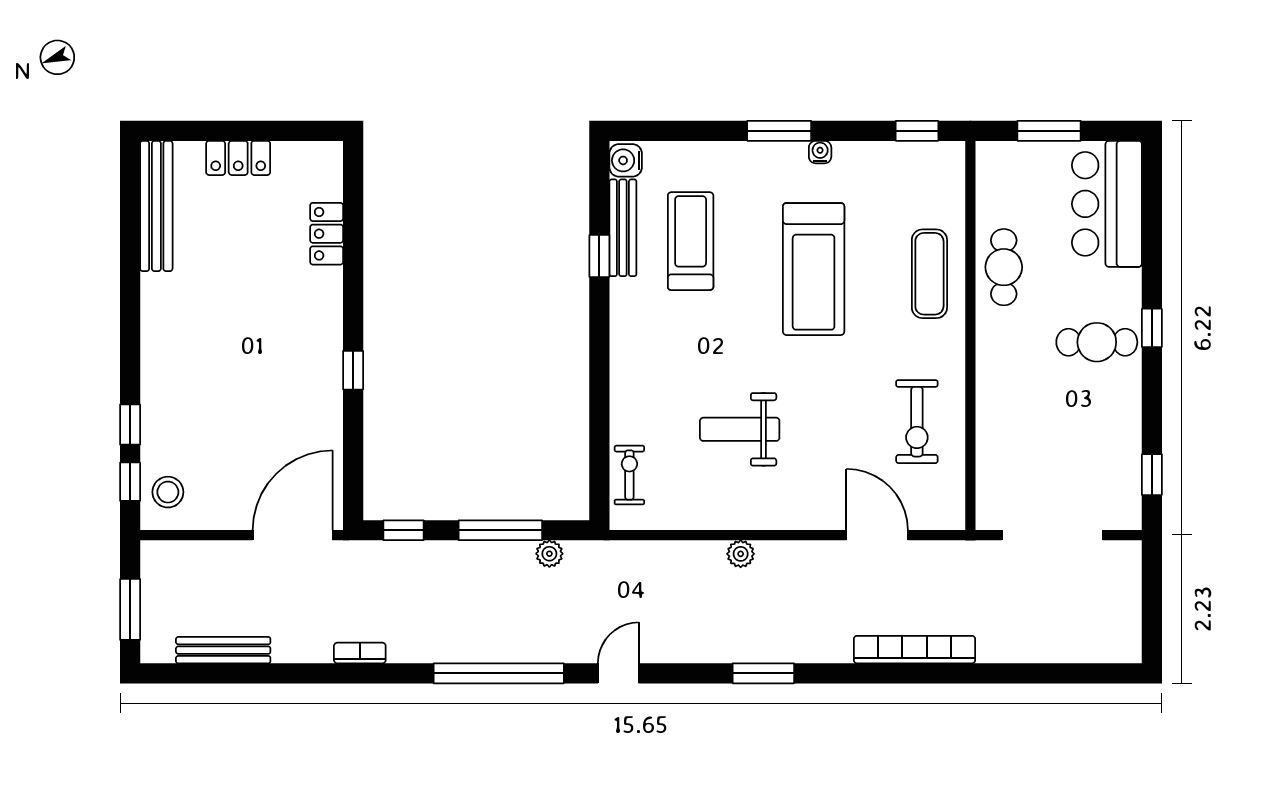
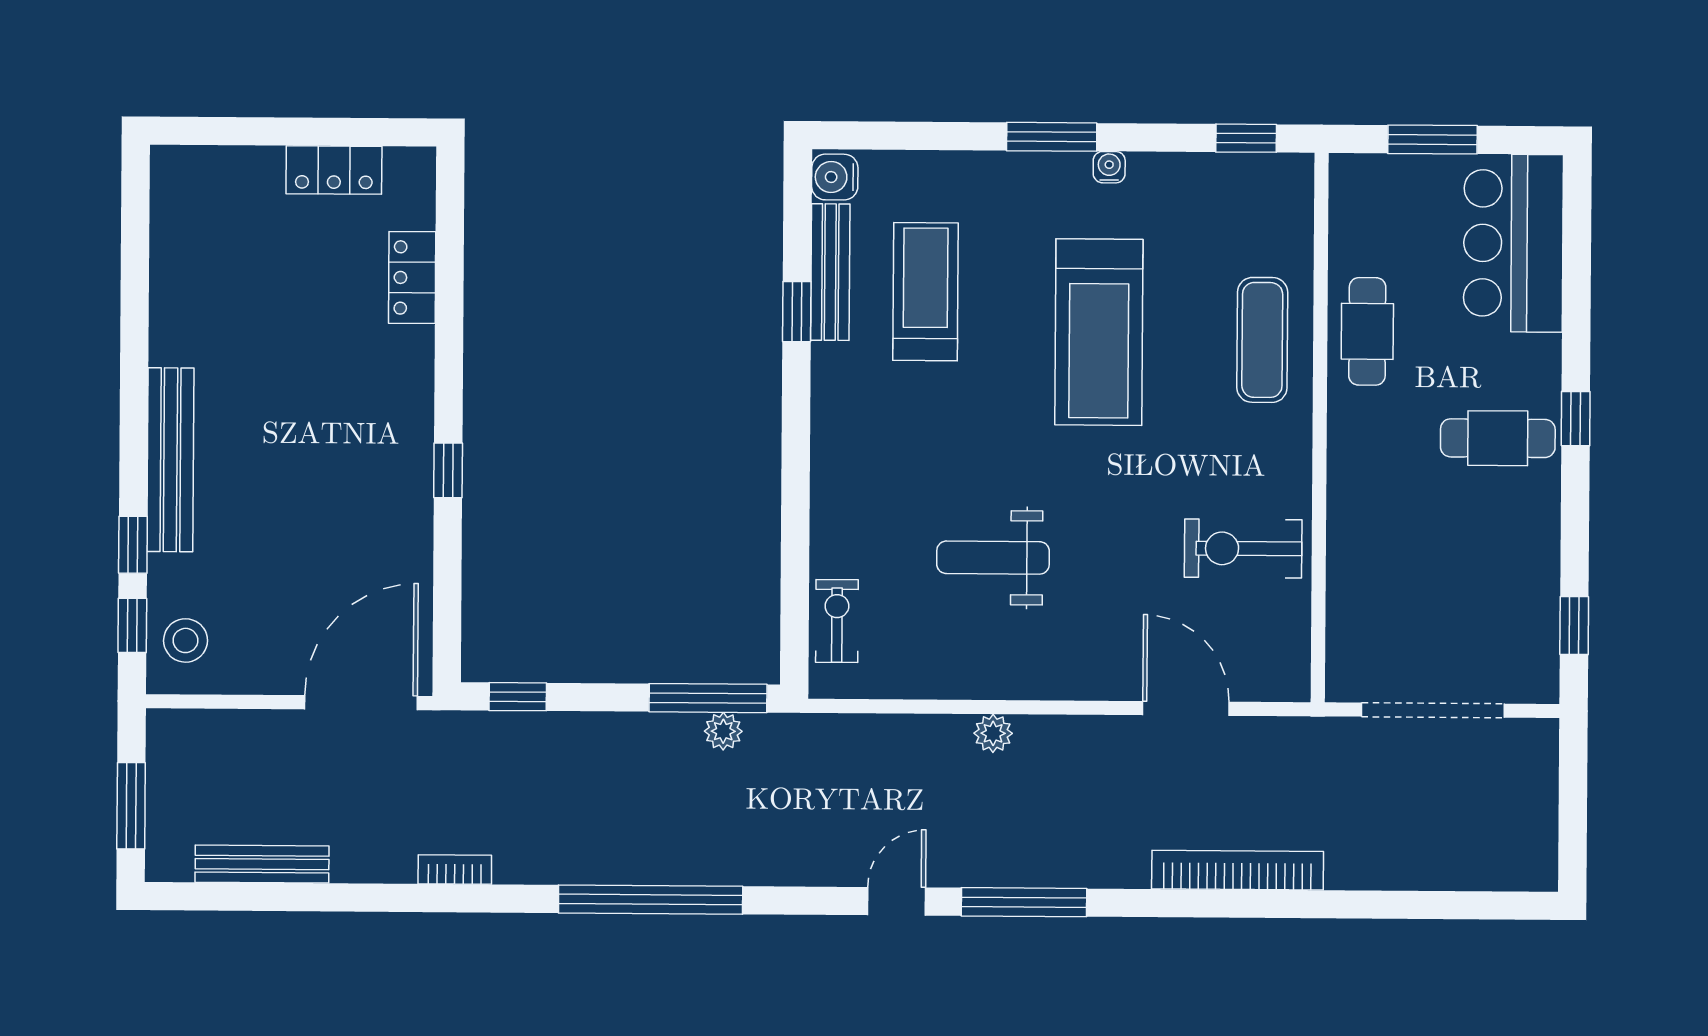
locker: (238, 158) -> (334, 170), moved
bench: (156, 206) -> (170, 460), moved
exercise bike: (917, 422) -> (1243, 549), turned 90
window: (500, 530) -> (708, 698), moved
door: (618, 673) -> (897, 901), moved
window: (763, 673) -> (1024, 902), width x1.44

